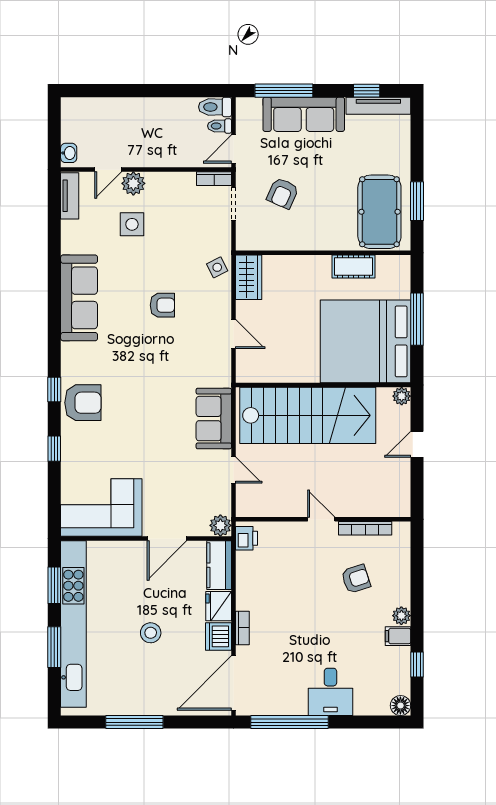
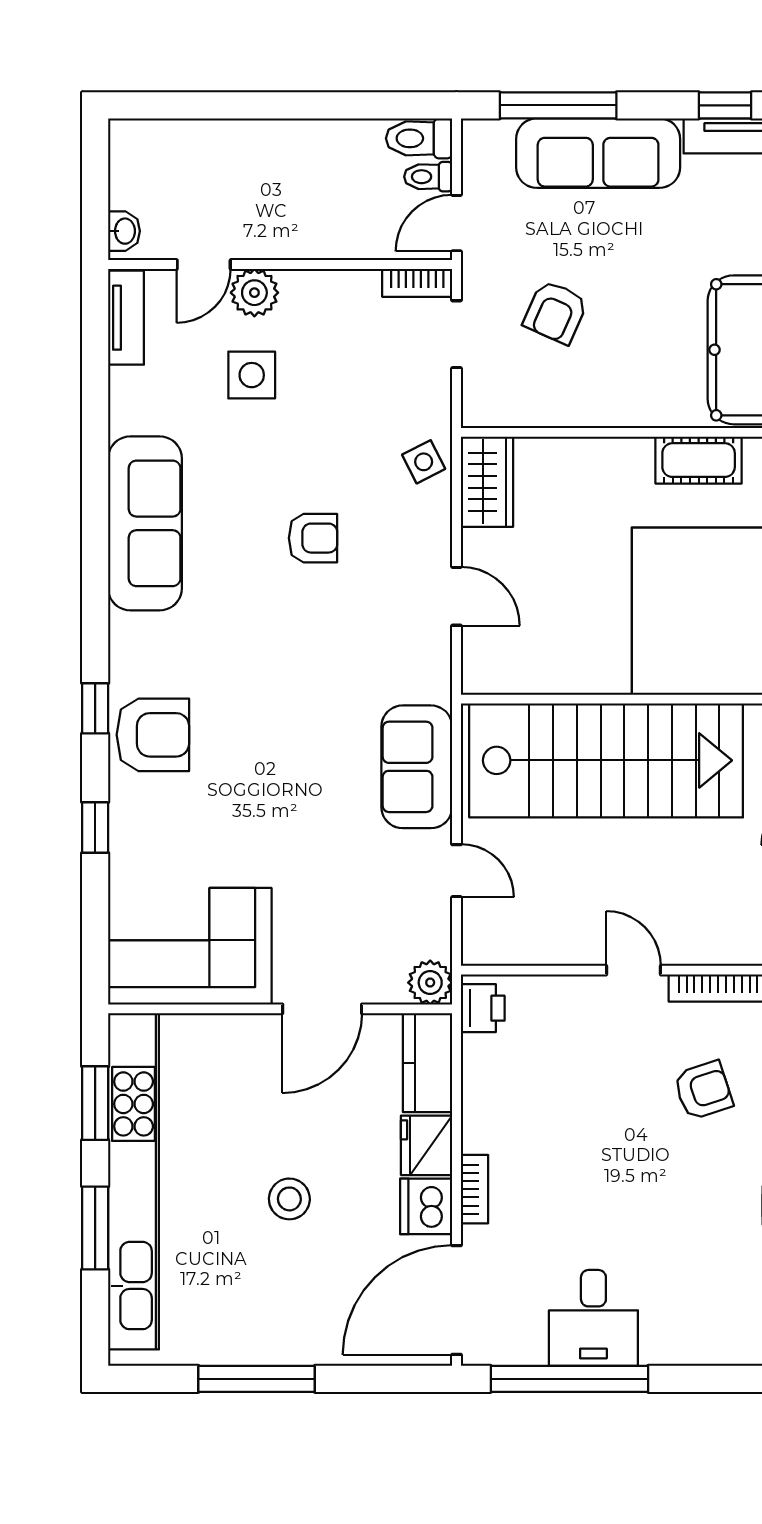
desk: (330, 692) -> (593, 1318), moved

